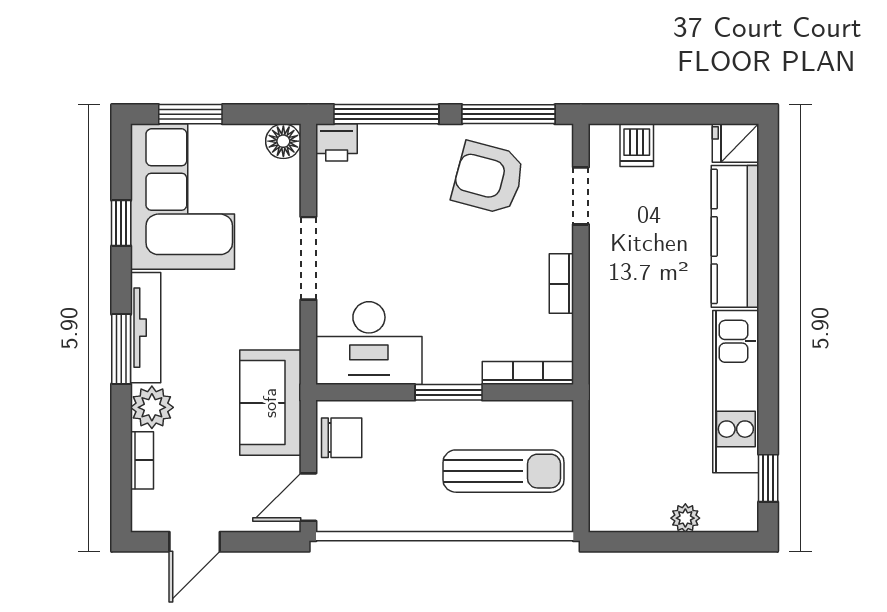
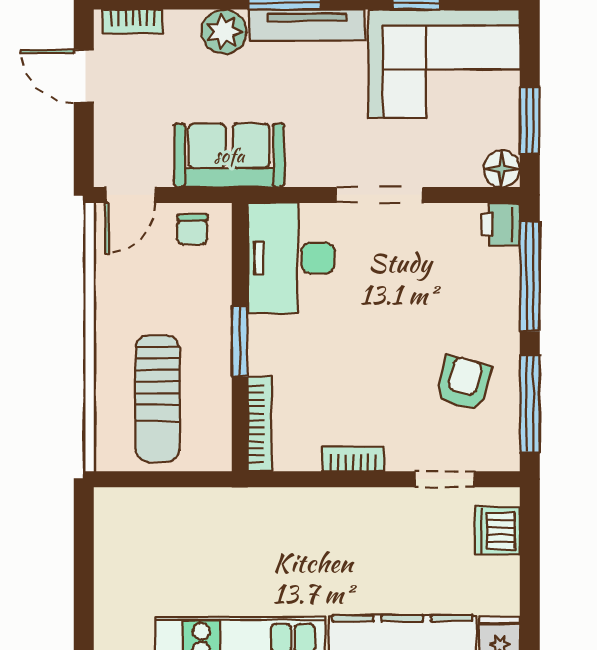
window: (190, 114) -> (530, 121), moved
dishwasher: (637, 145) -> (498, 531), width x1.38
armchair: (488, 178) -> (463, 383), width x0.72, depth x0.72
chair: (342, 438) -> (192, 230), width x0.73, depth x0.73
bookcase: (142, 460) -> (133, 21), moved
door: (308, 497) -> (130, 195), swing flipped
plant: (685, 518) -> (109, 588), removed

